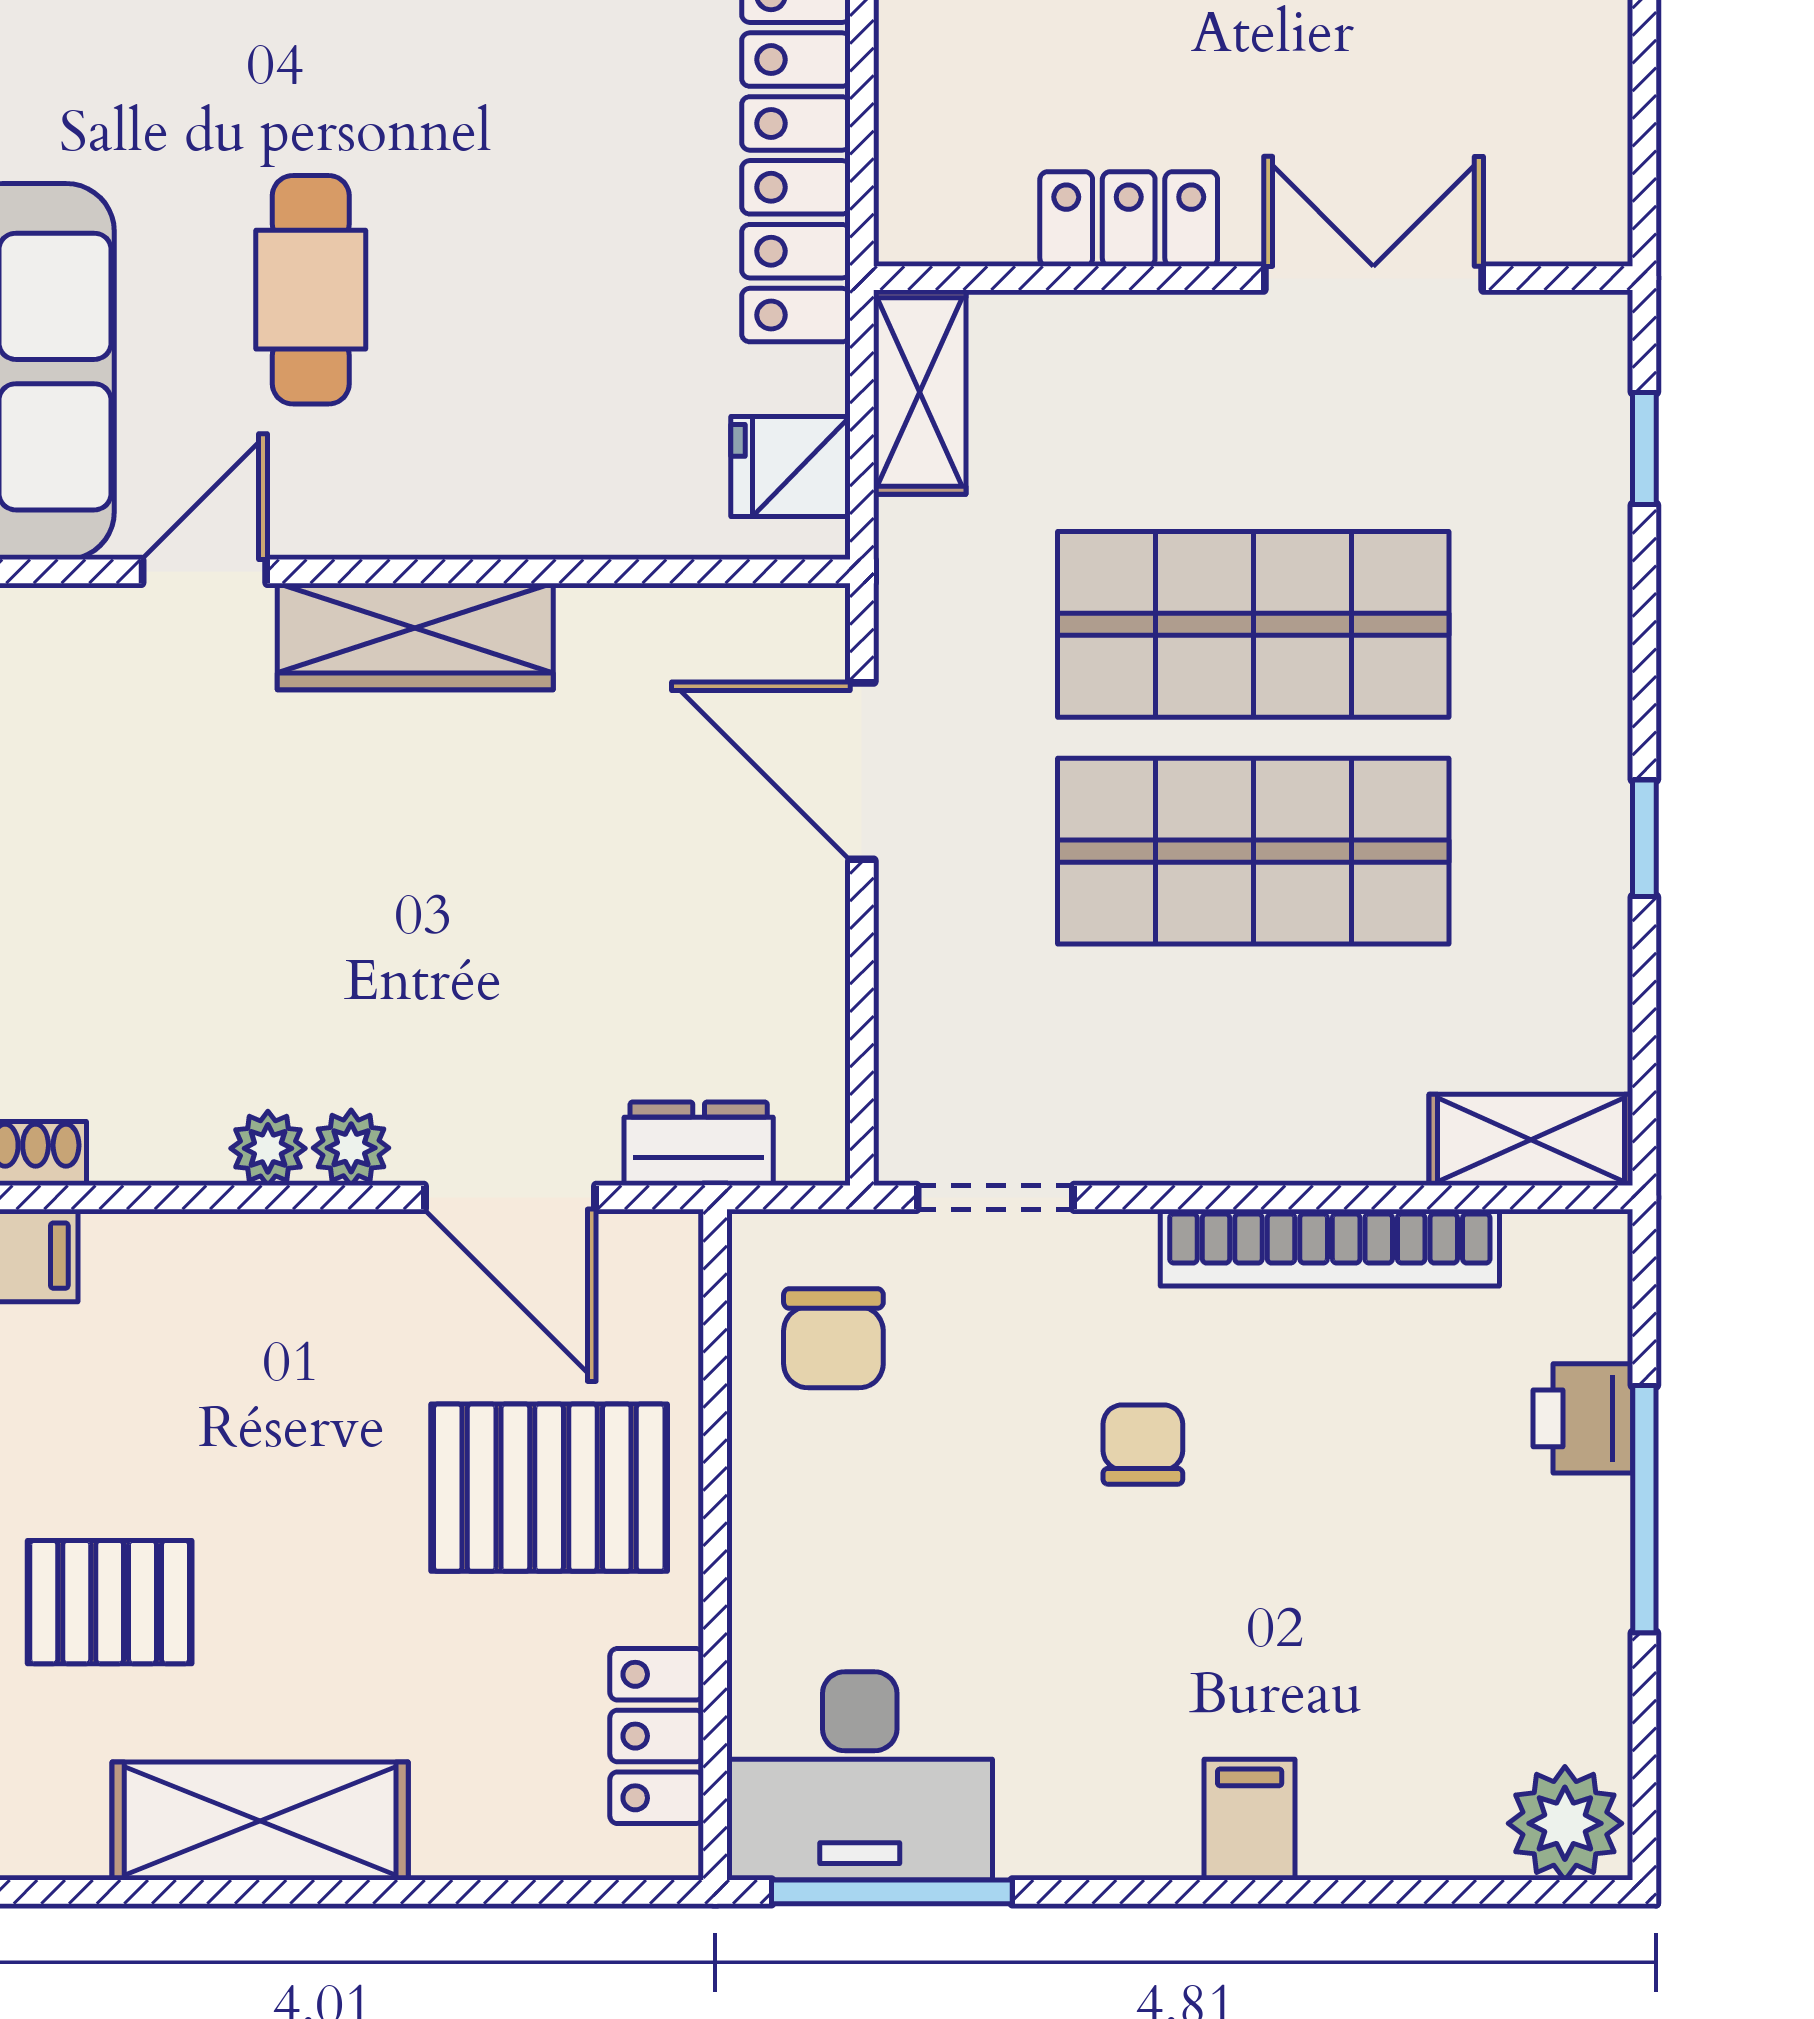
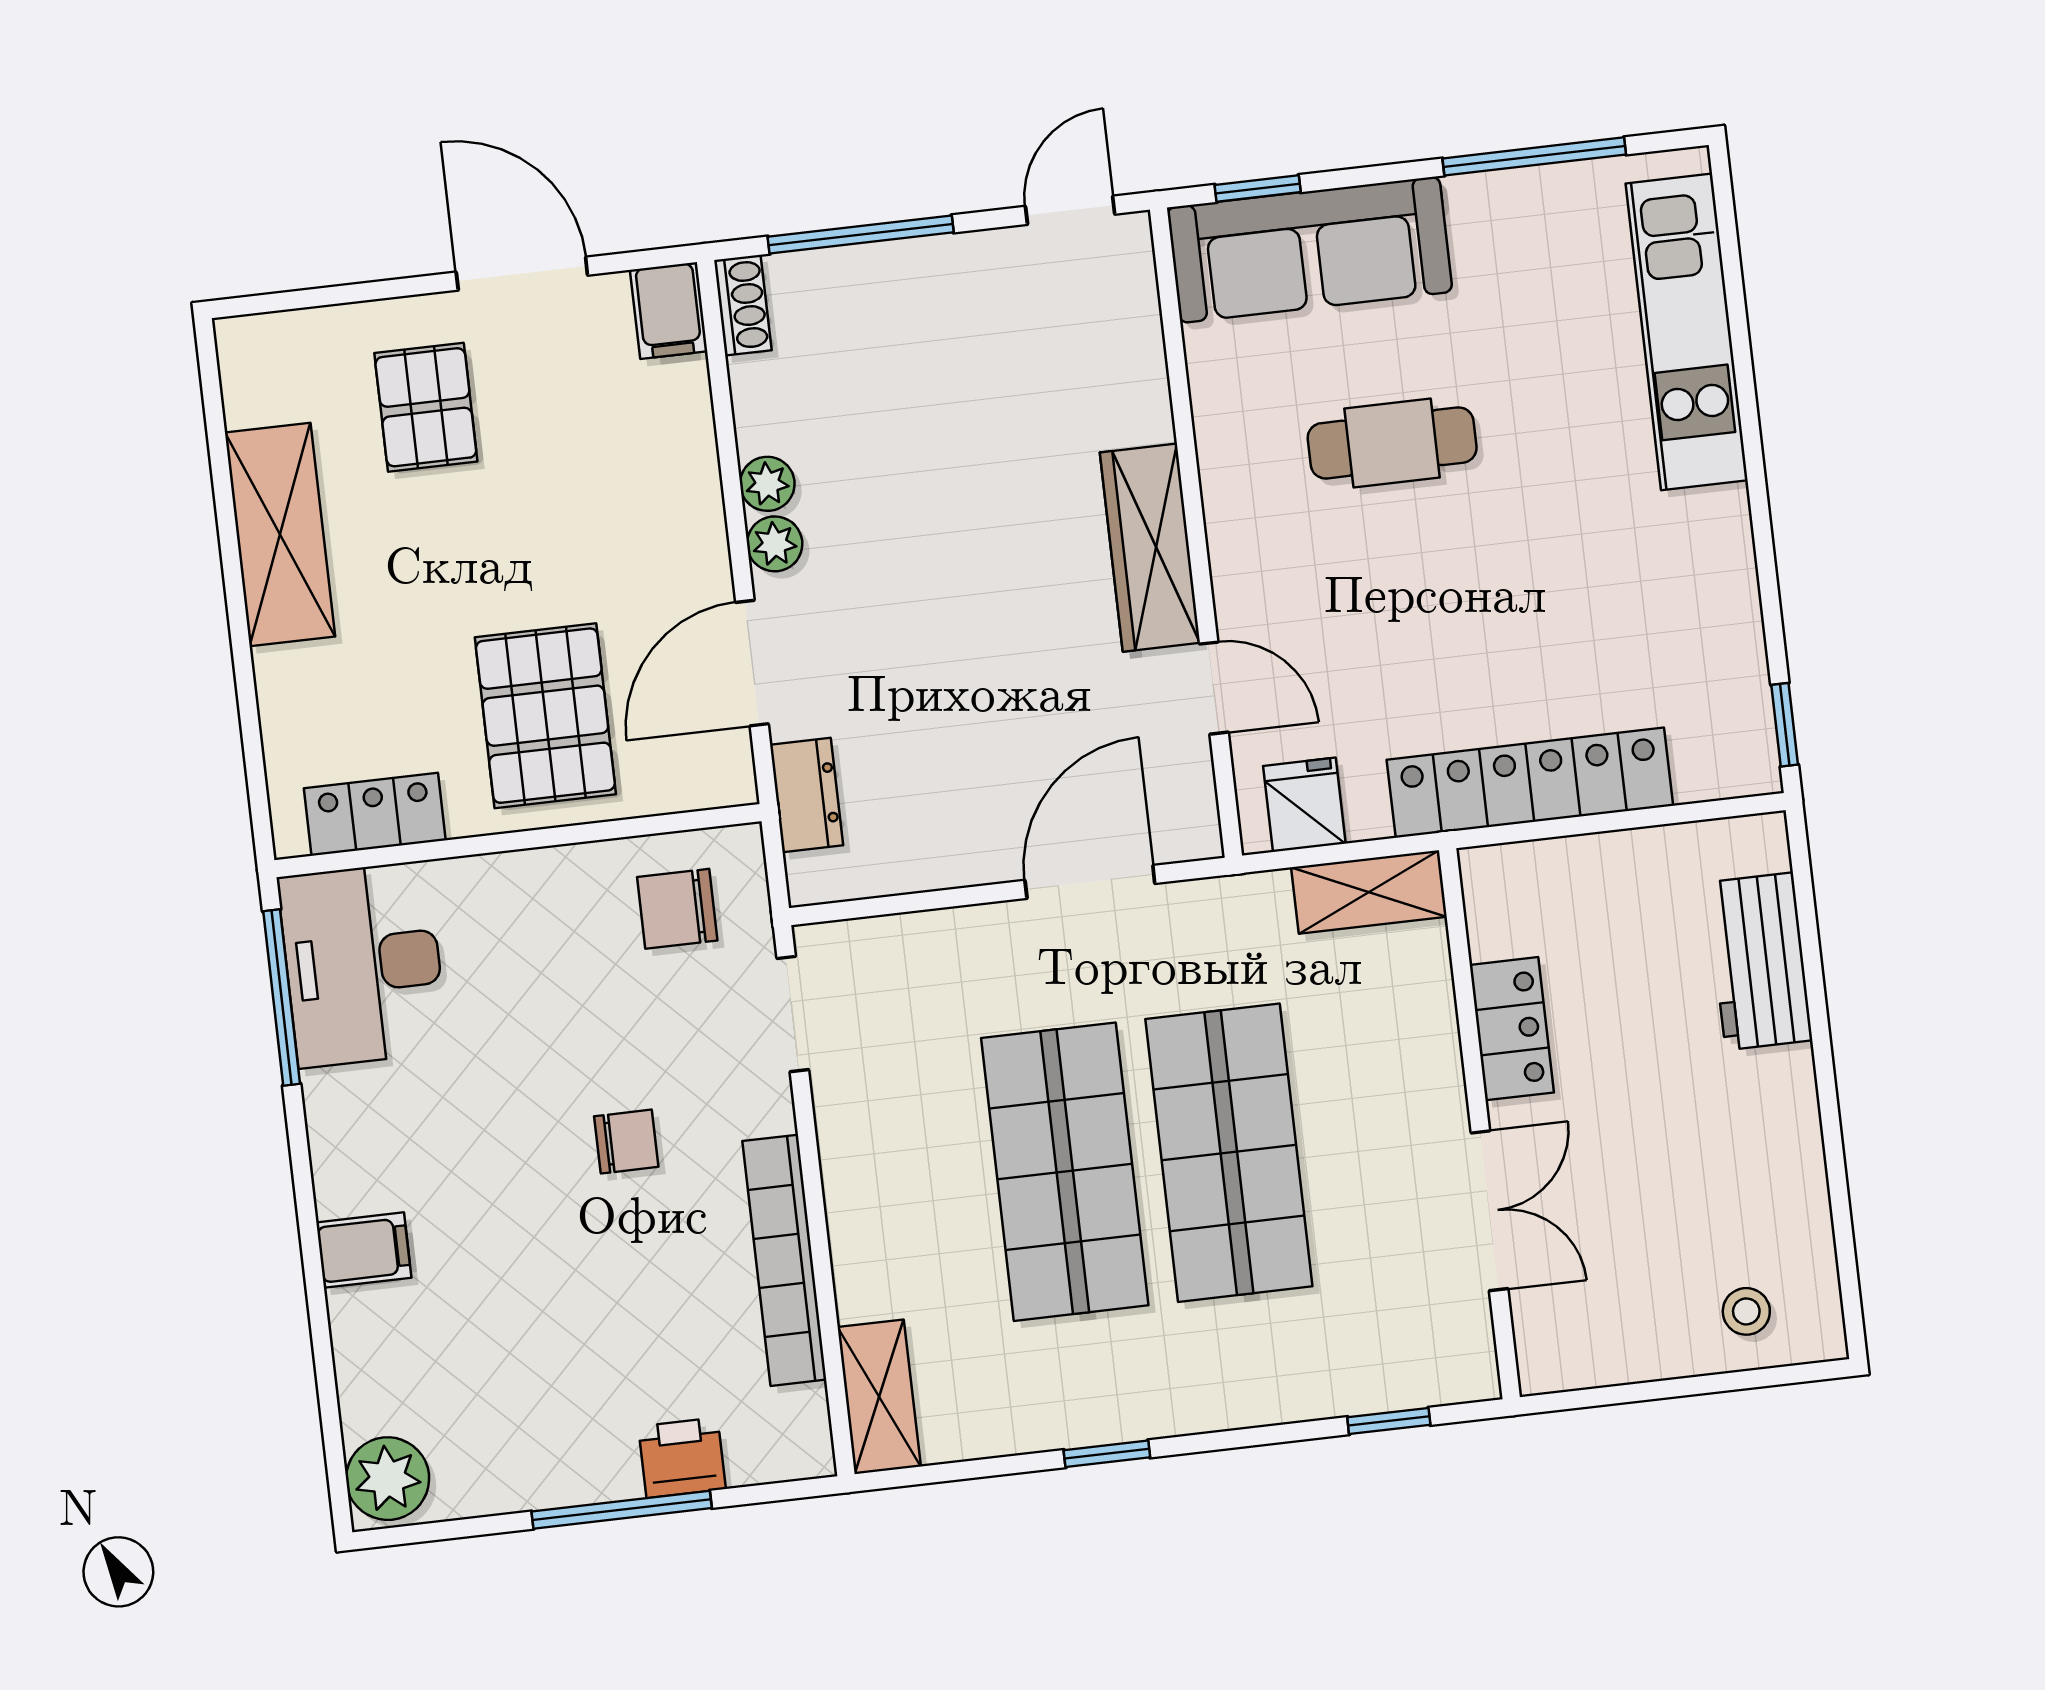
door: (204, 571) -> (1214, 688), moved

